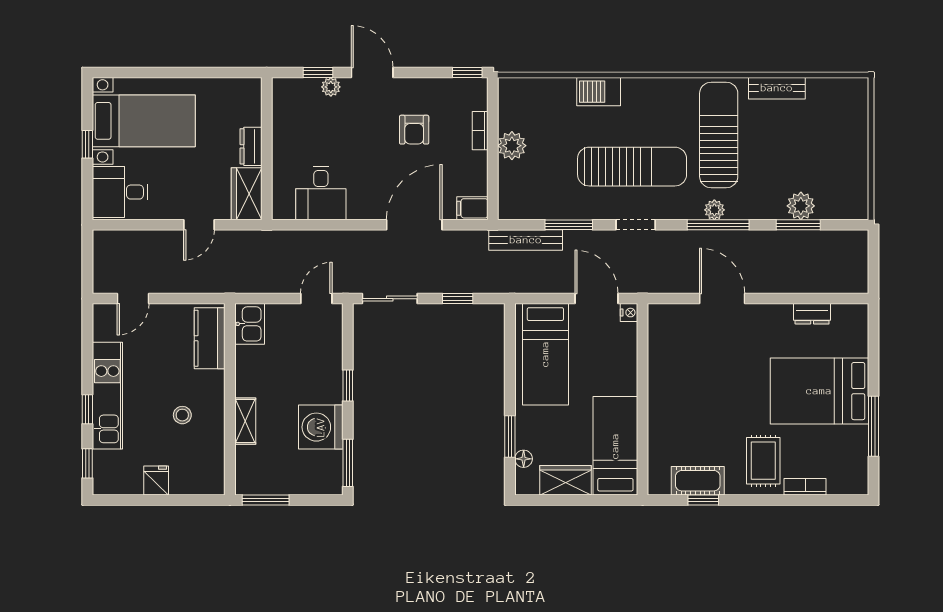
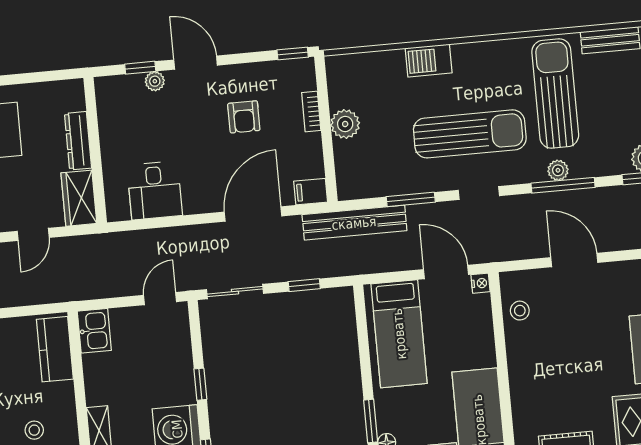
dresser: (251, 146) -> (78, 141), width x1.44
bench: (526, 240) -> (354, 223), width x1.37, depth x1.21
stool: (665, 343) -> (520, 311), added

